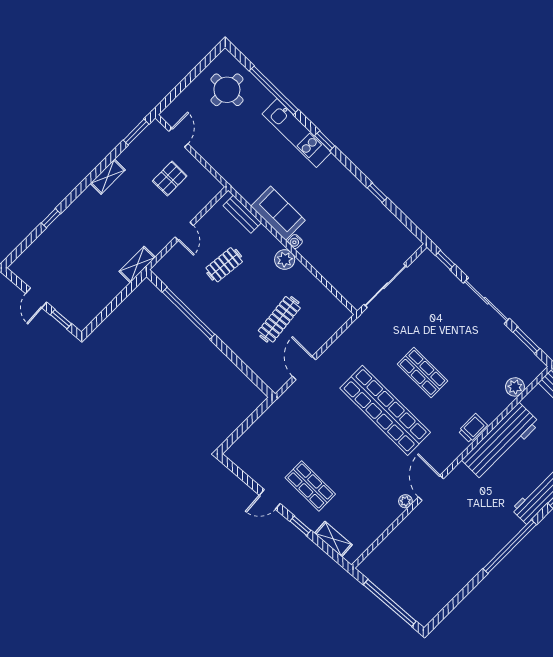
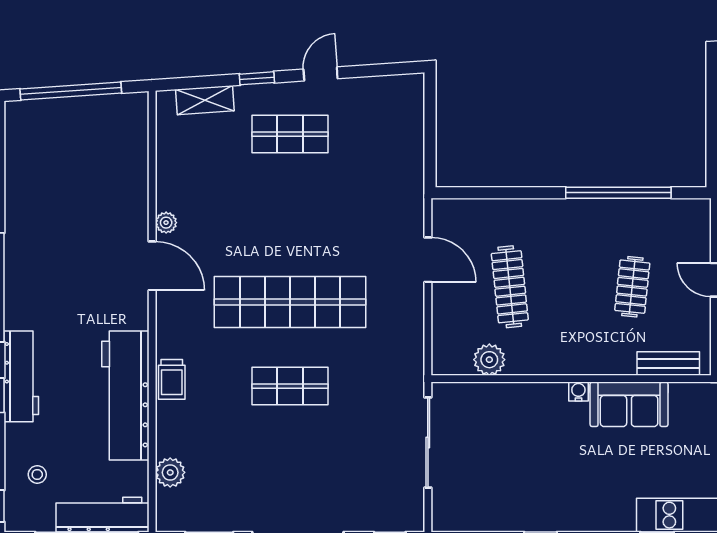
plant: (285, 260) -> (489, 360), moved

